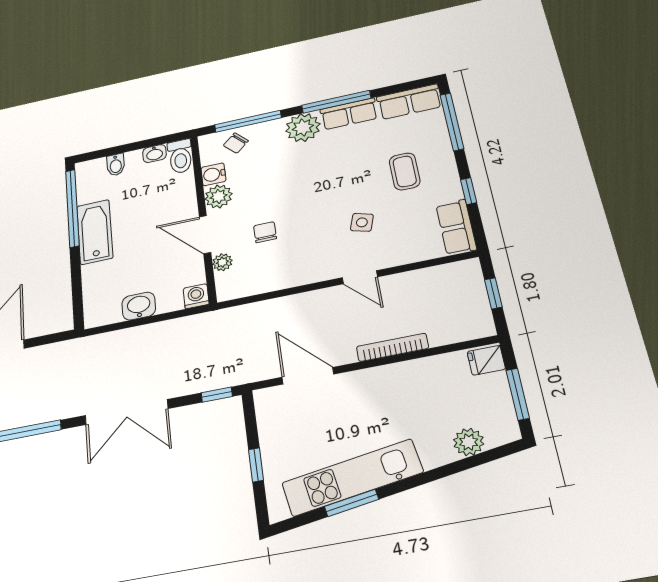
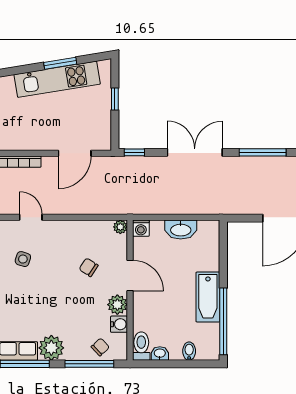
chair: (265, 232) -> (89, 267), turned 123
plant: (222, 262) -> (120, 227), moved
washbasin: (139, 306) -> (181, 230), width x1.38
door: (308, 376) -> (75, 153), hinge flipped

